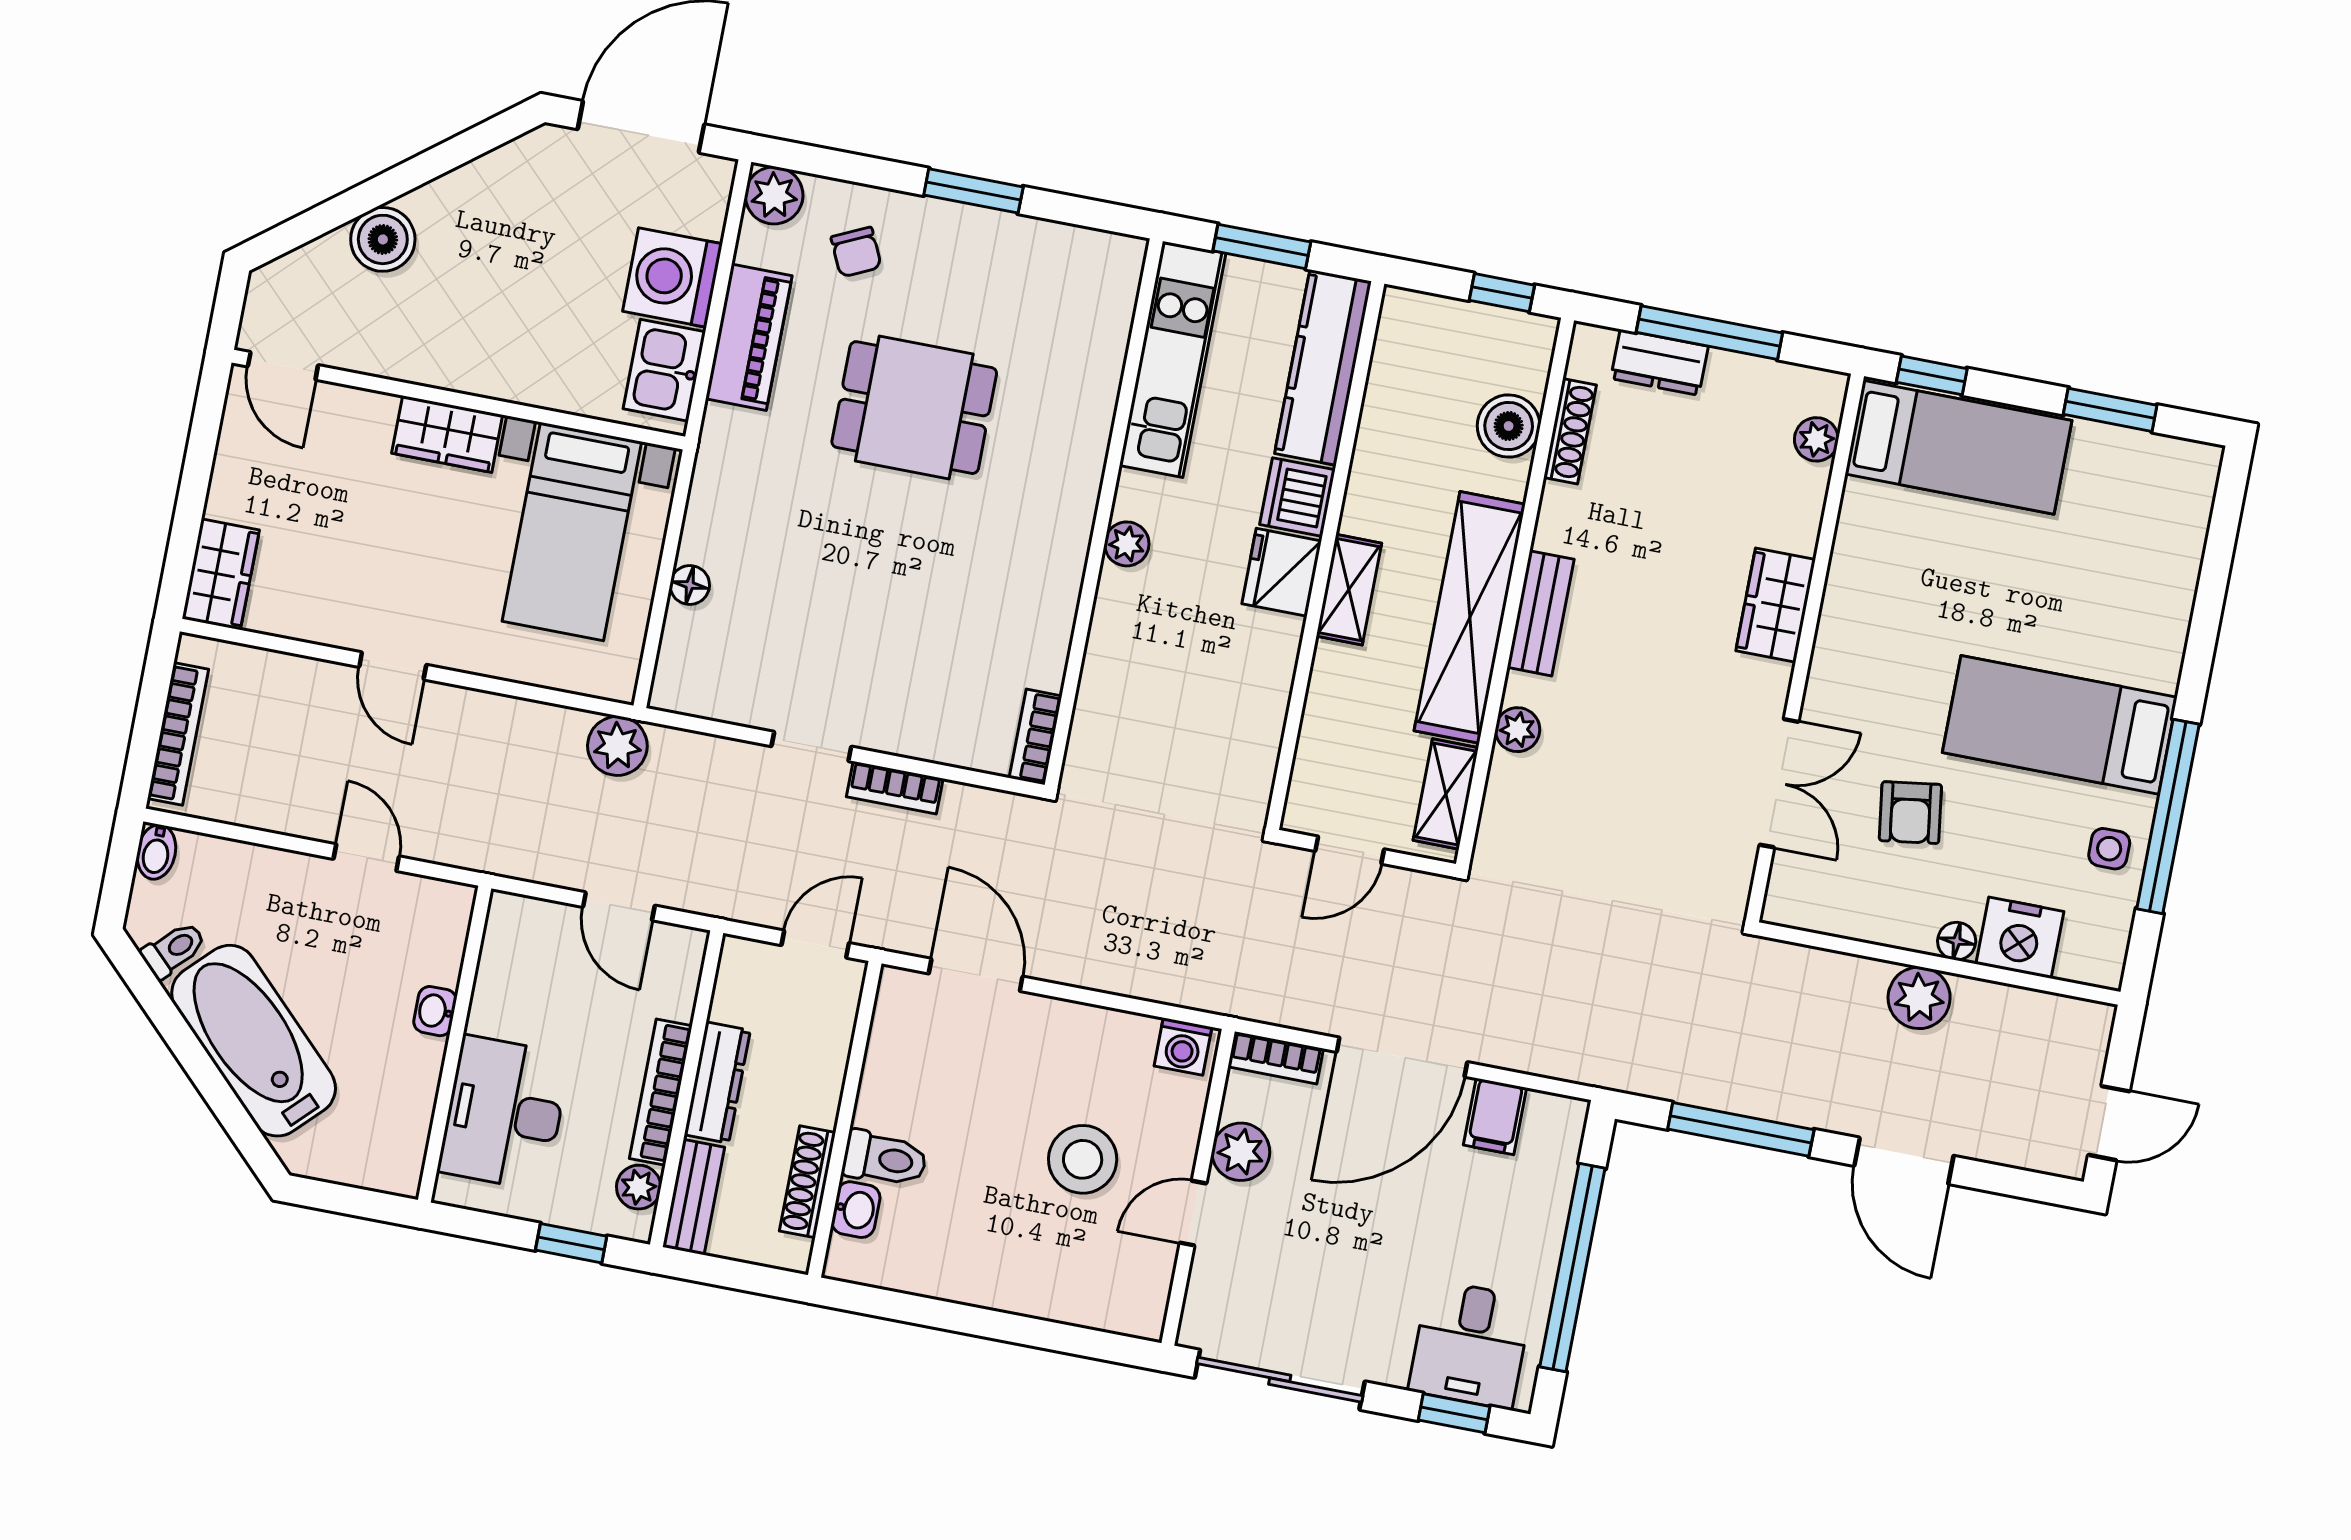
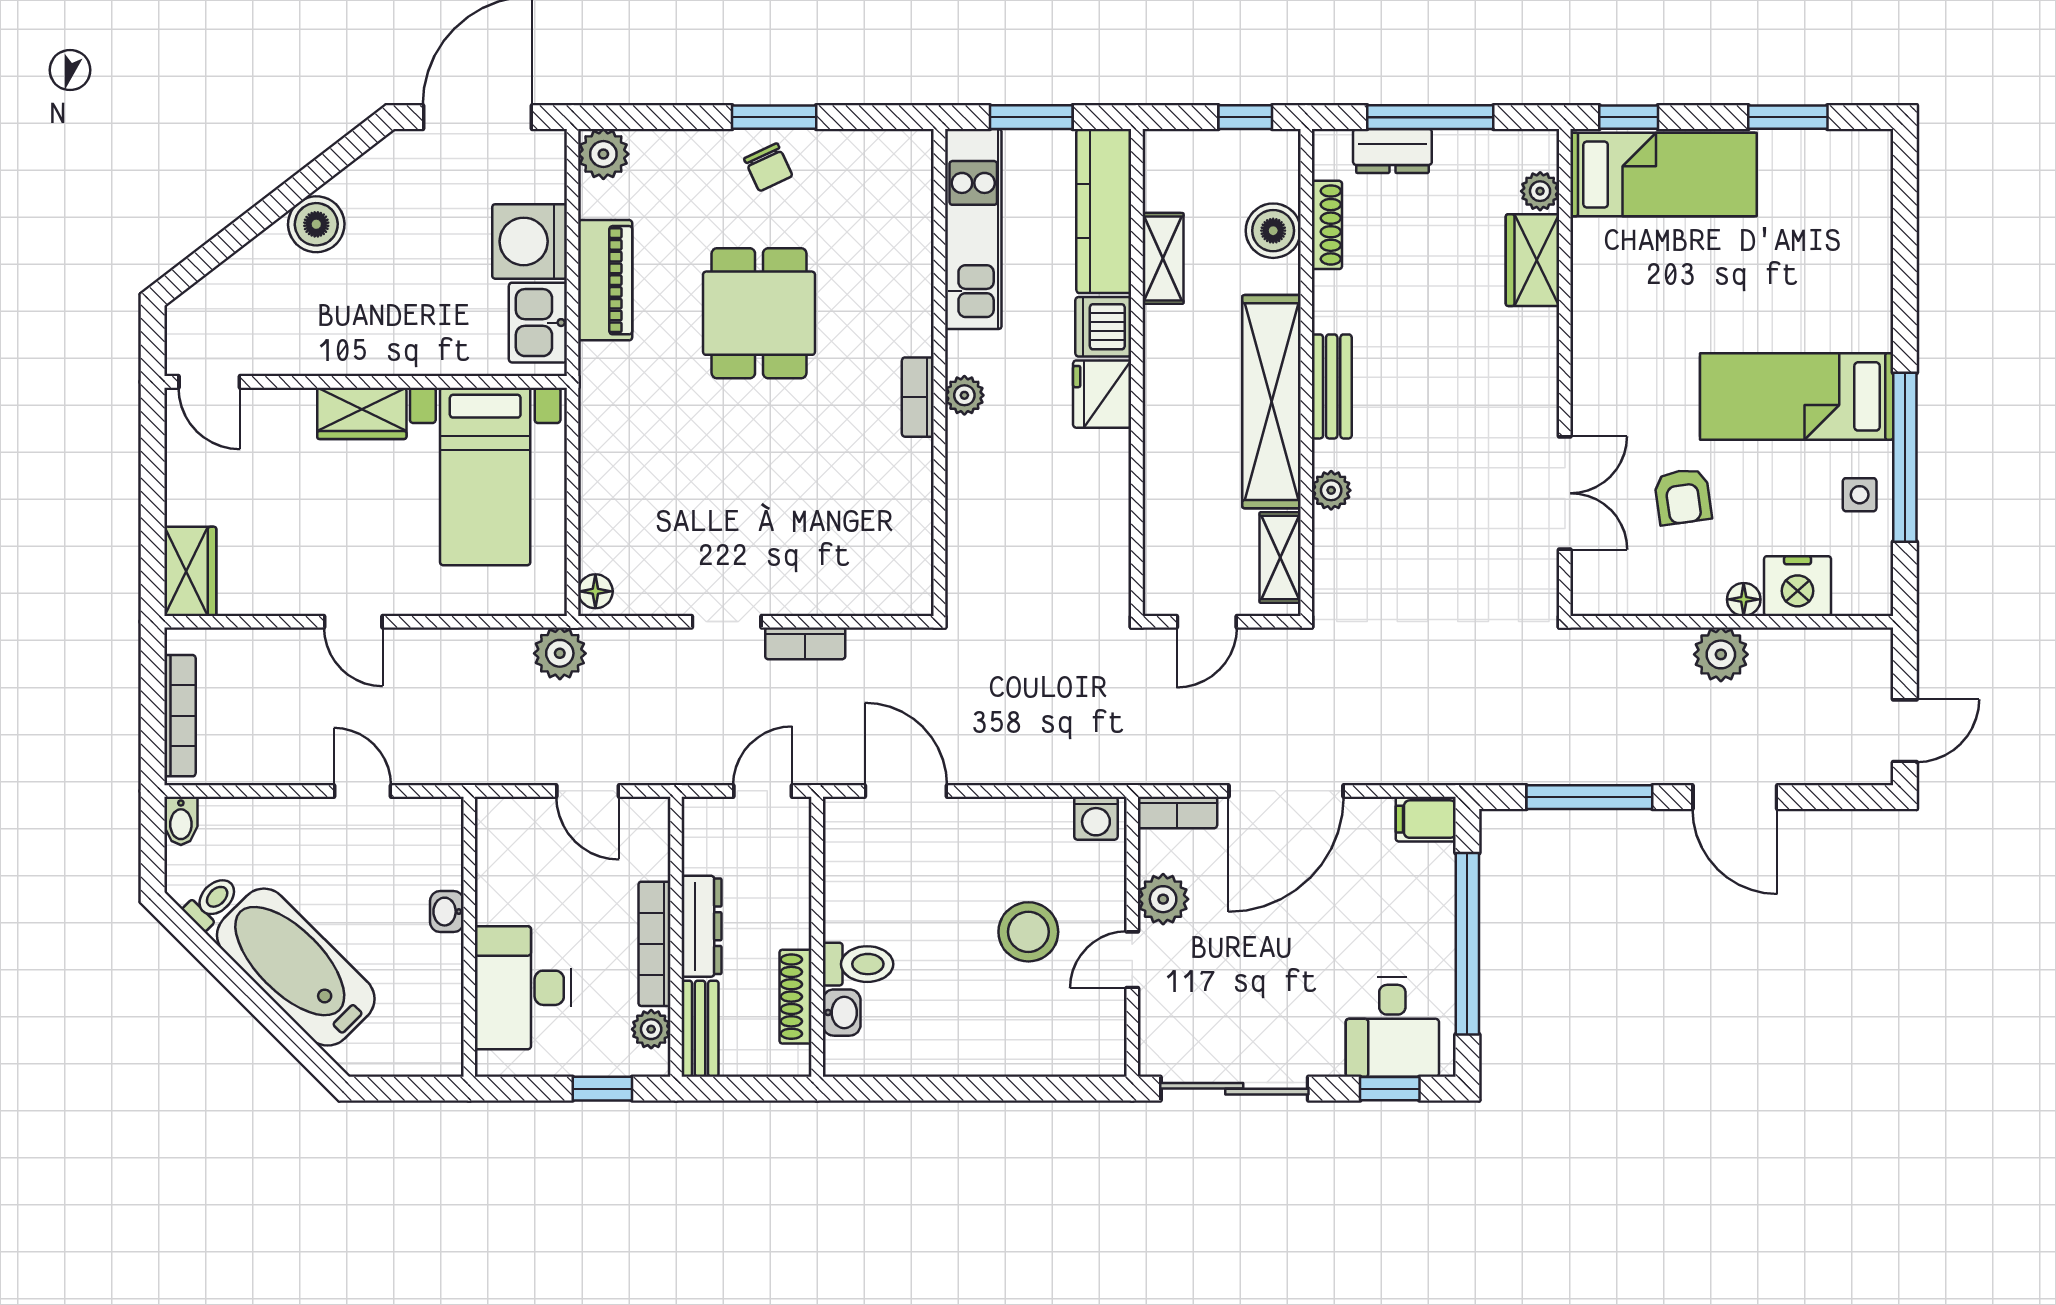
boiler: (383, 239) -> (316, 224), moved
chair: (856, 252) -> (768, 167), moved
dining table: (914, 408) -> (759, 313), turned 90
floor lamp: (690, 585) -> (595, 591), moved
shelving: (1349, 590) -> (1163, 258), moved
wardrobe: (1776, 605) -> (1532, 260), moved
bookcase: (1036, 737) -> (918, 397), moved
filing cabinet: (1495, 1116) -> (1426, 819), moved, turned 90

